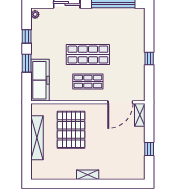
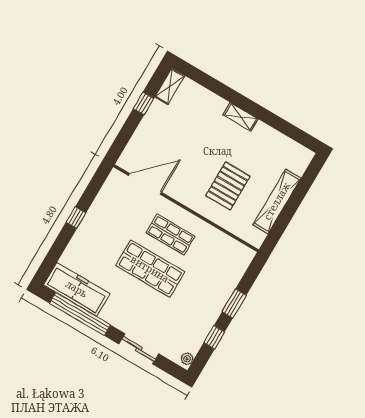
freezer: (40, 80) -> (77, 289), moved, turned 90
shelving: (140, 115) -> (170, 86), moved
pallet: (71, 130) -> (228, 186), width x0.73, depth x0.71

